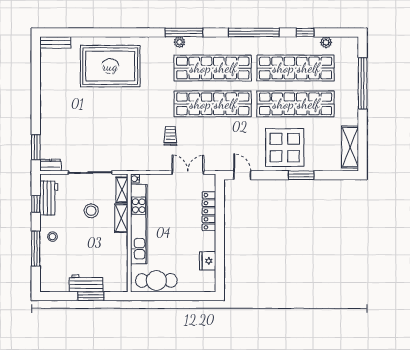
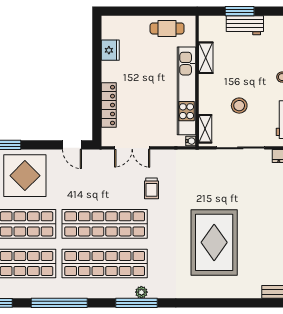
rug: (110, 66) -> (214, 242), moved, turned 90
shelving: (121, 218) -> (206, 58), moved
cafe table: (156, 280) -> (167, 28), width x0.73, depth x0.74

